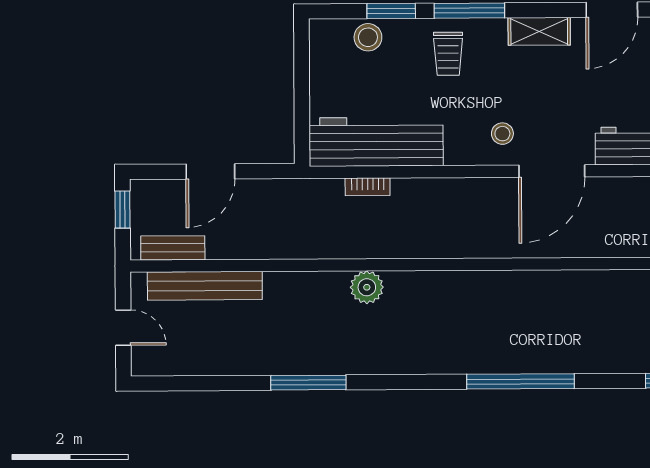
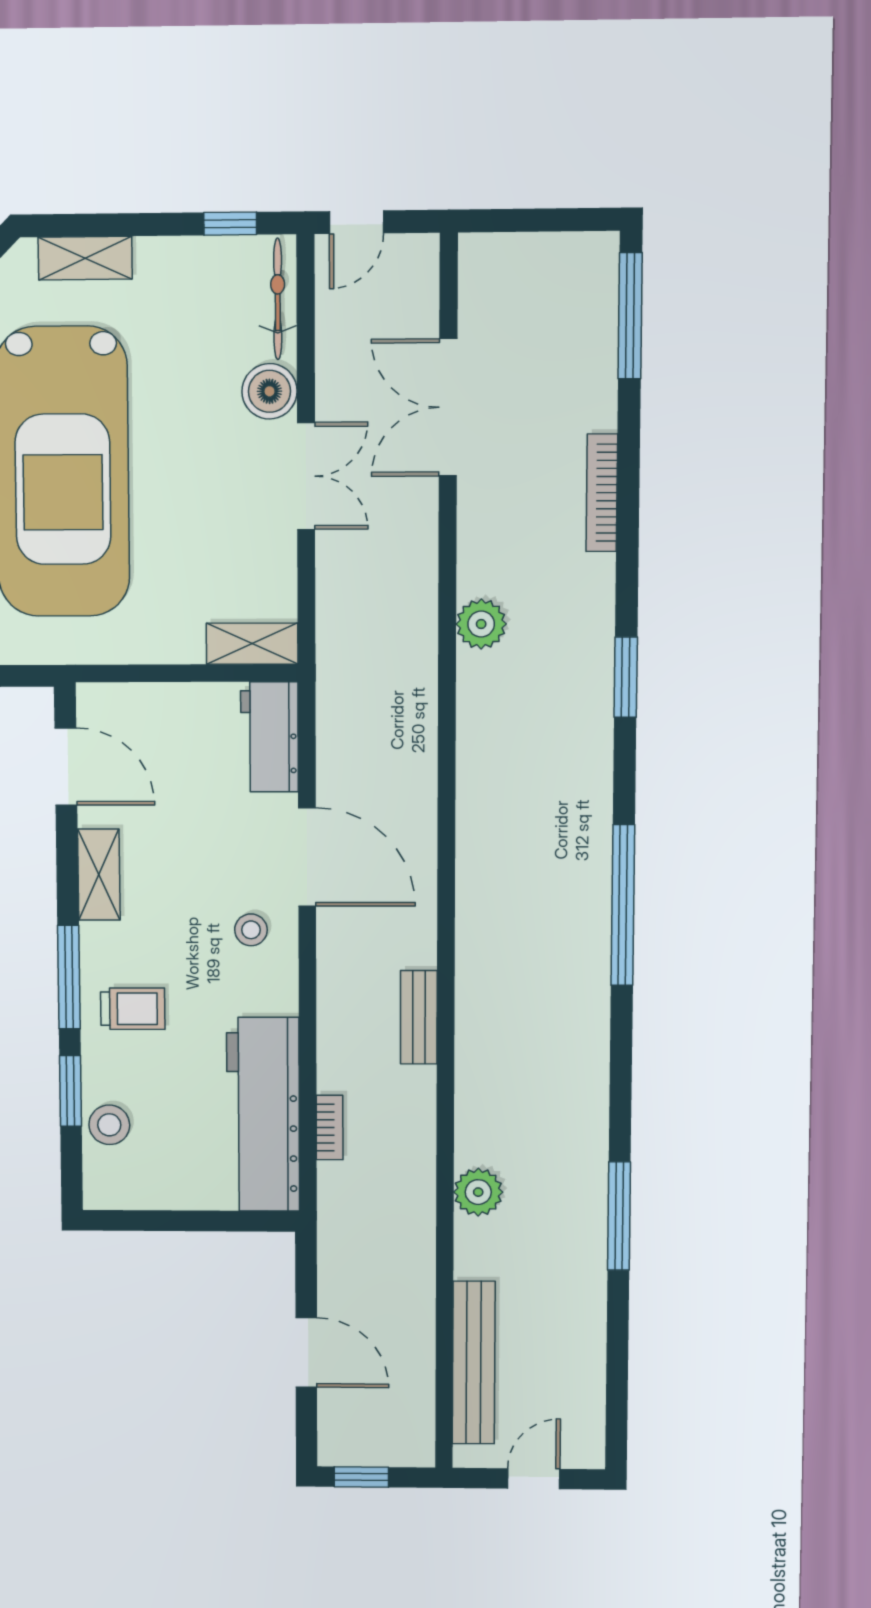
bench: (173, 248) -> (419, 1017), moved
plant: (367, 287) -> (478, 1192), moved

